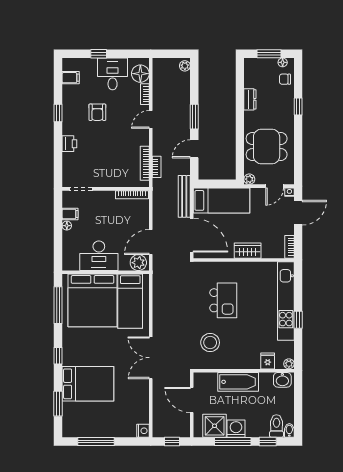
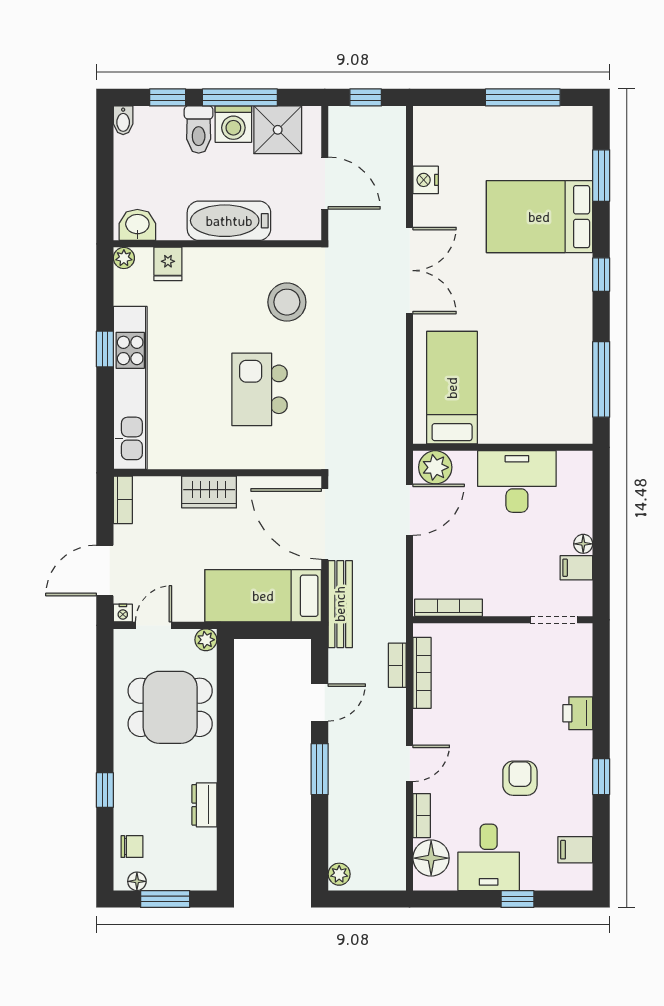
bed: (93, 300) -> (530, 389), removed
toilet: (276, 426) -> (199, 130), moved
nightstand: (143, 431) -> (426, 180), moved

